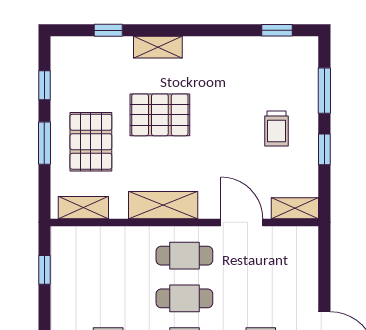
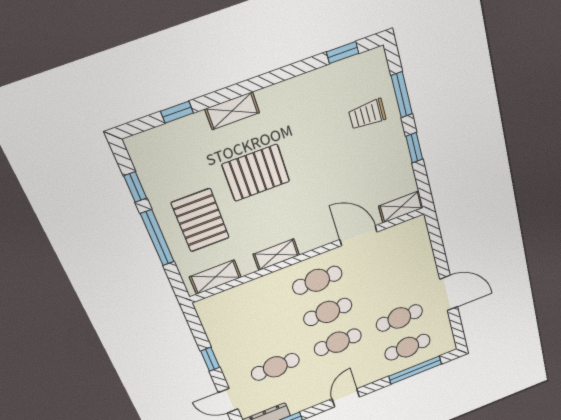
trolley: (277, 129) -> (367, 114), moved, turned 90
window: (44, 143) -> (157, 238), width x1.44
shelving: (163, 205) -> (276, 255), width x0.67, depth x0.75
window: (44, 270) -> (210, 359), moved

